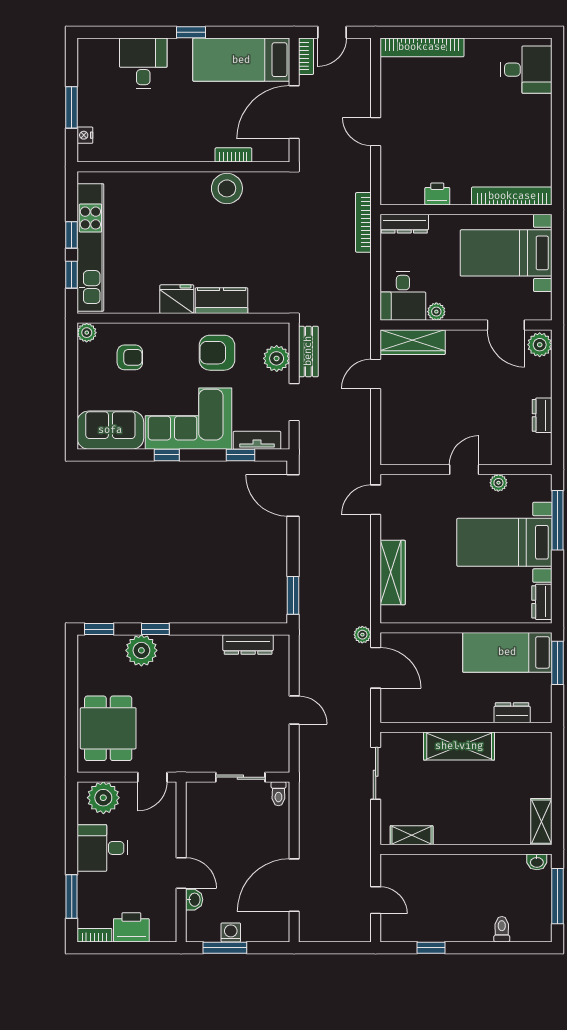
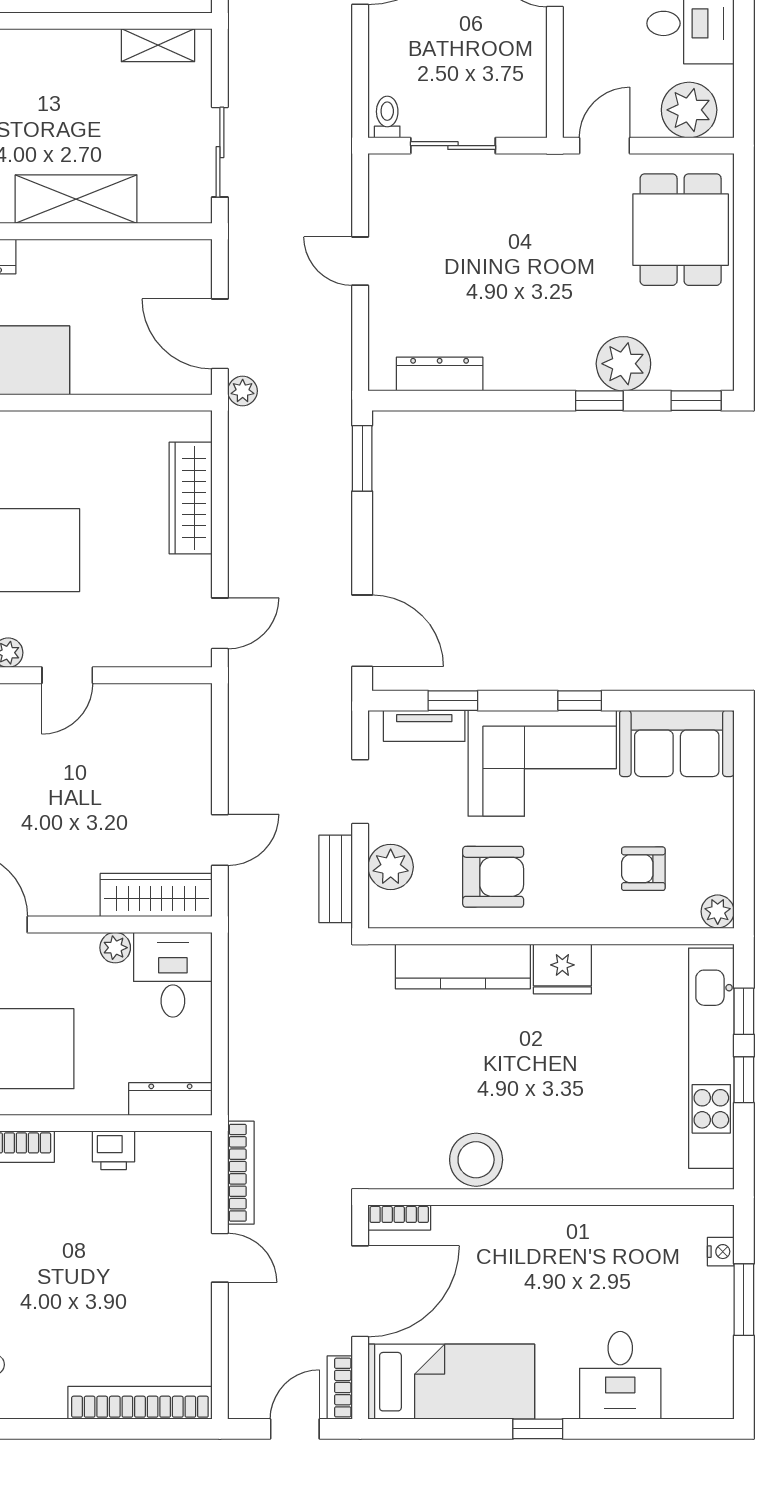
bookcase: (233, 155) -> (399, 1217), moved
bookcase: (363, 222) -> (241, 1173), moved
kitchen counter: (222, 301) -> (463, 966), width x1.50

